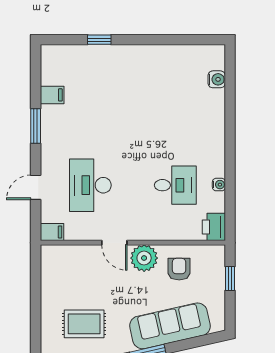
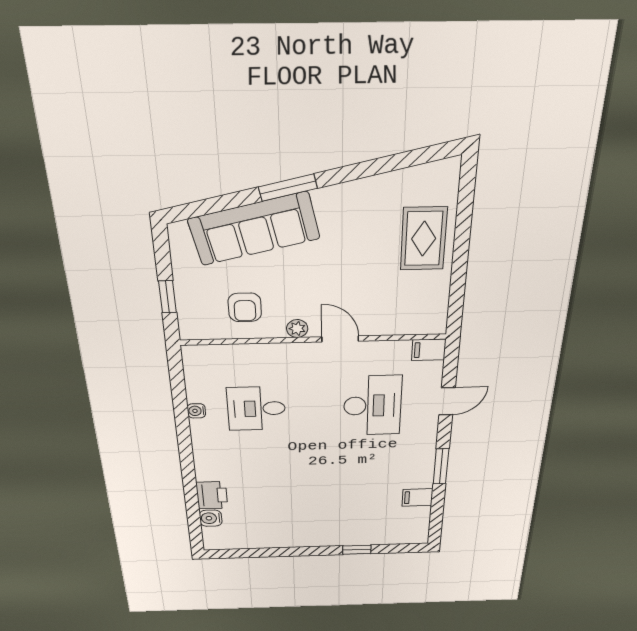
printer: (214, 227) -> (212, 495), moved
plant: (144, 258) -> (297, 329), width x0.53, depth x0.53
rug: (84, 324) -> (424, 239), moved, turned 90

